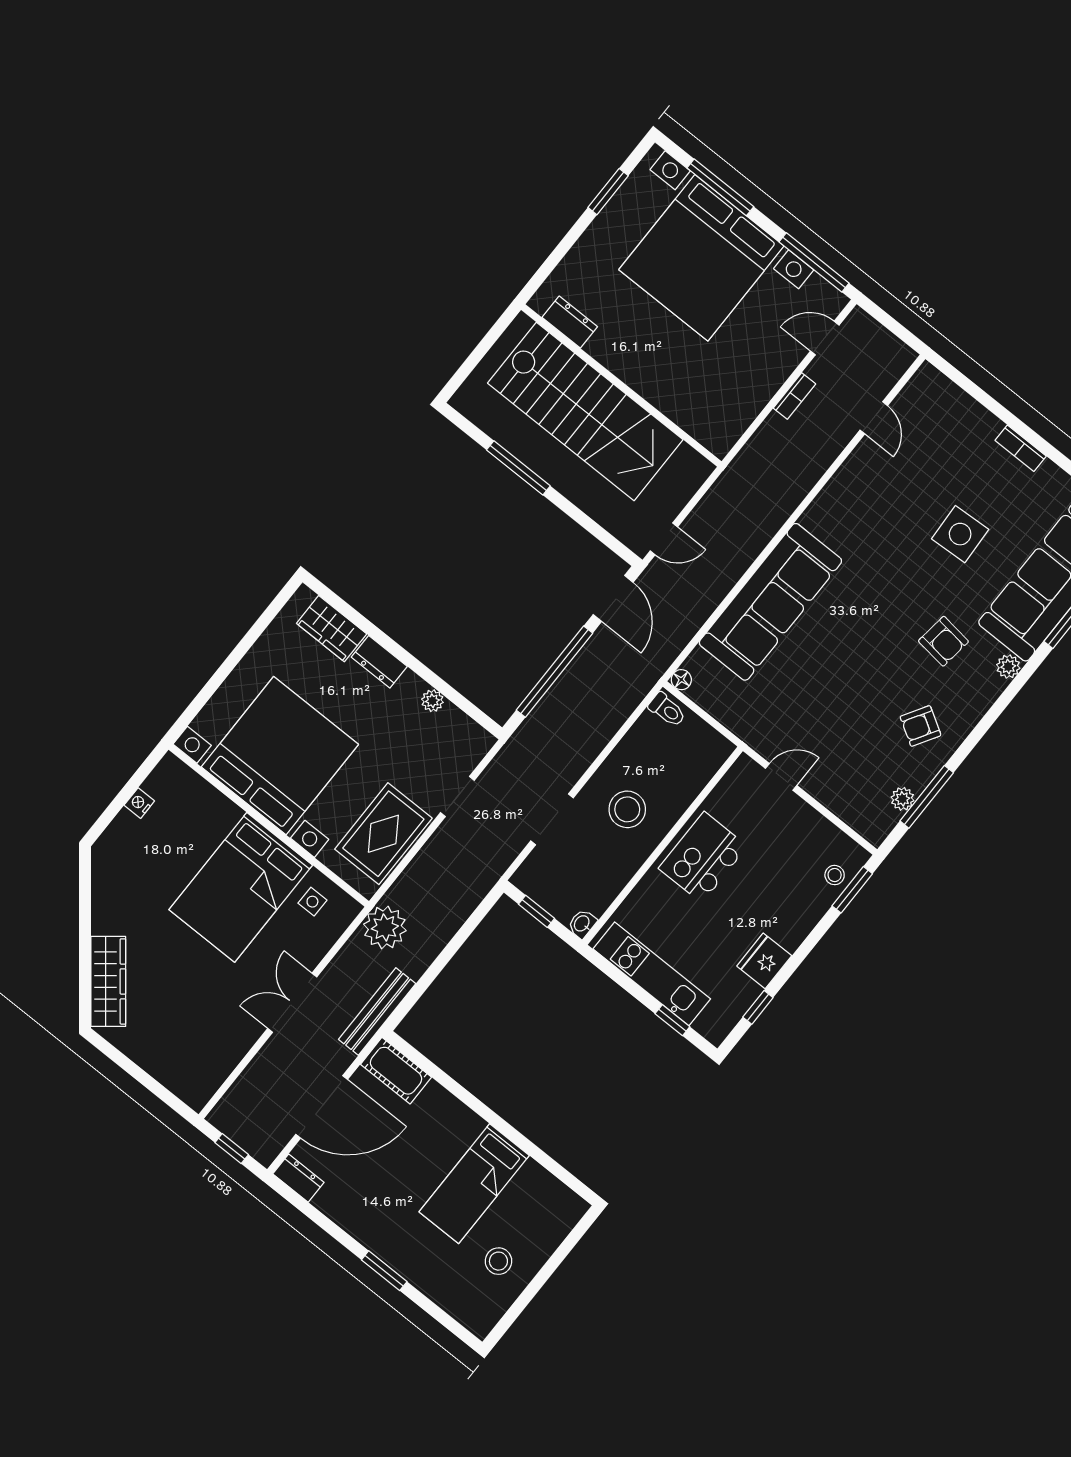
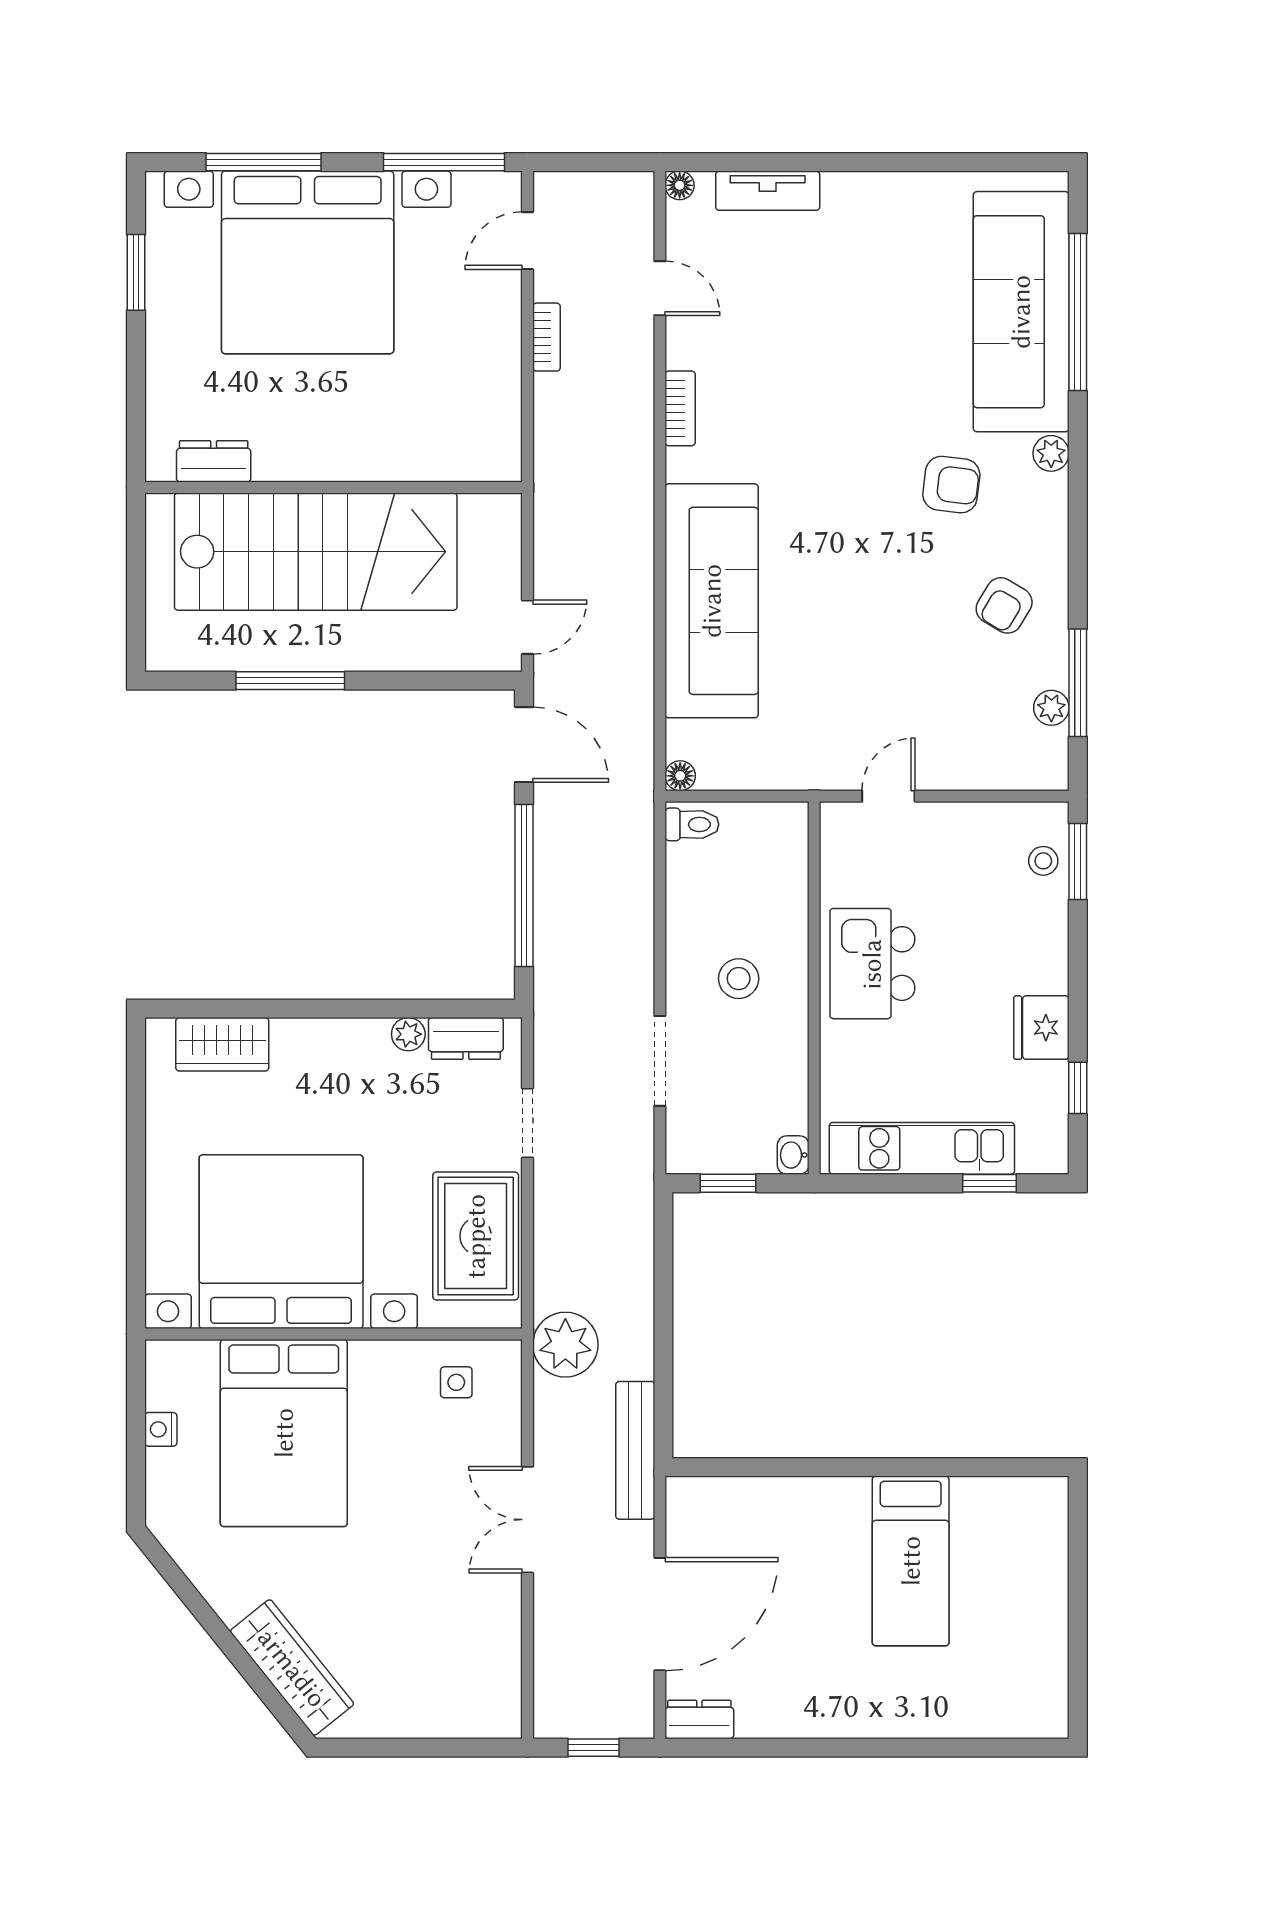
floor lamp: (927, 373) -> (680, 185), added
tv unit: (970, 412) -> (768, 191), added
bookcase: (1021, 448) -> (680, 408), moved, turned -90
side table: (960, 534) -> (870, 343), removed
dresser: (379, 662) -> (466, 1038), moved
stool: (627, 809) -> (739, 979), width x0.73, depth x0.73
bed: (241, 887) -> (284, 1433), moved
cot: (396, 1071) -> (713, 1502), removed
stool: (498, 1261) -> (1012, 1629), removed
window: (384, 1271) -> (887, 1748), removed

